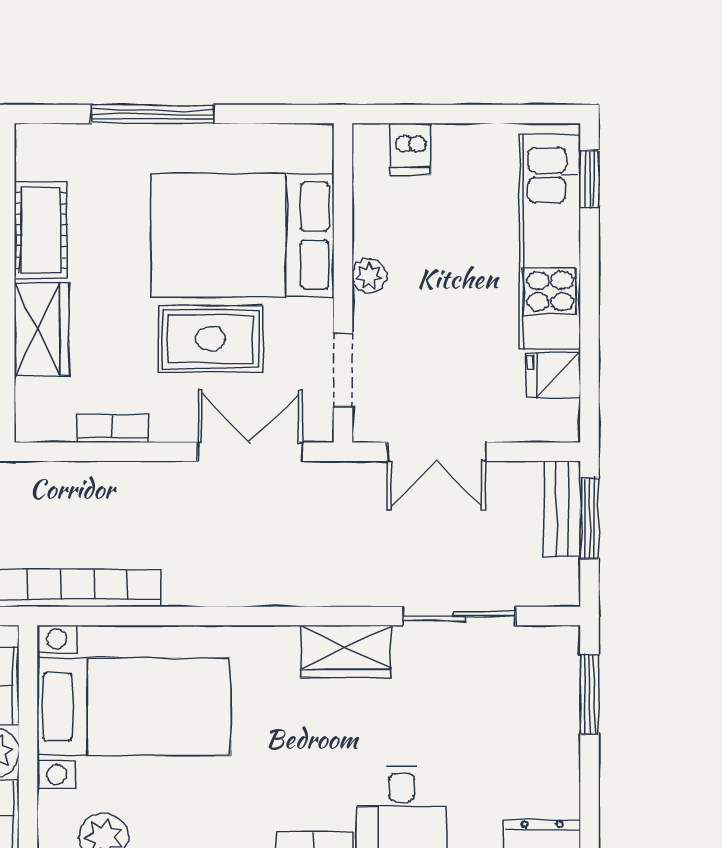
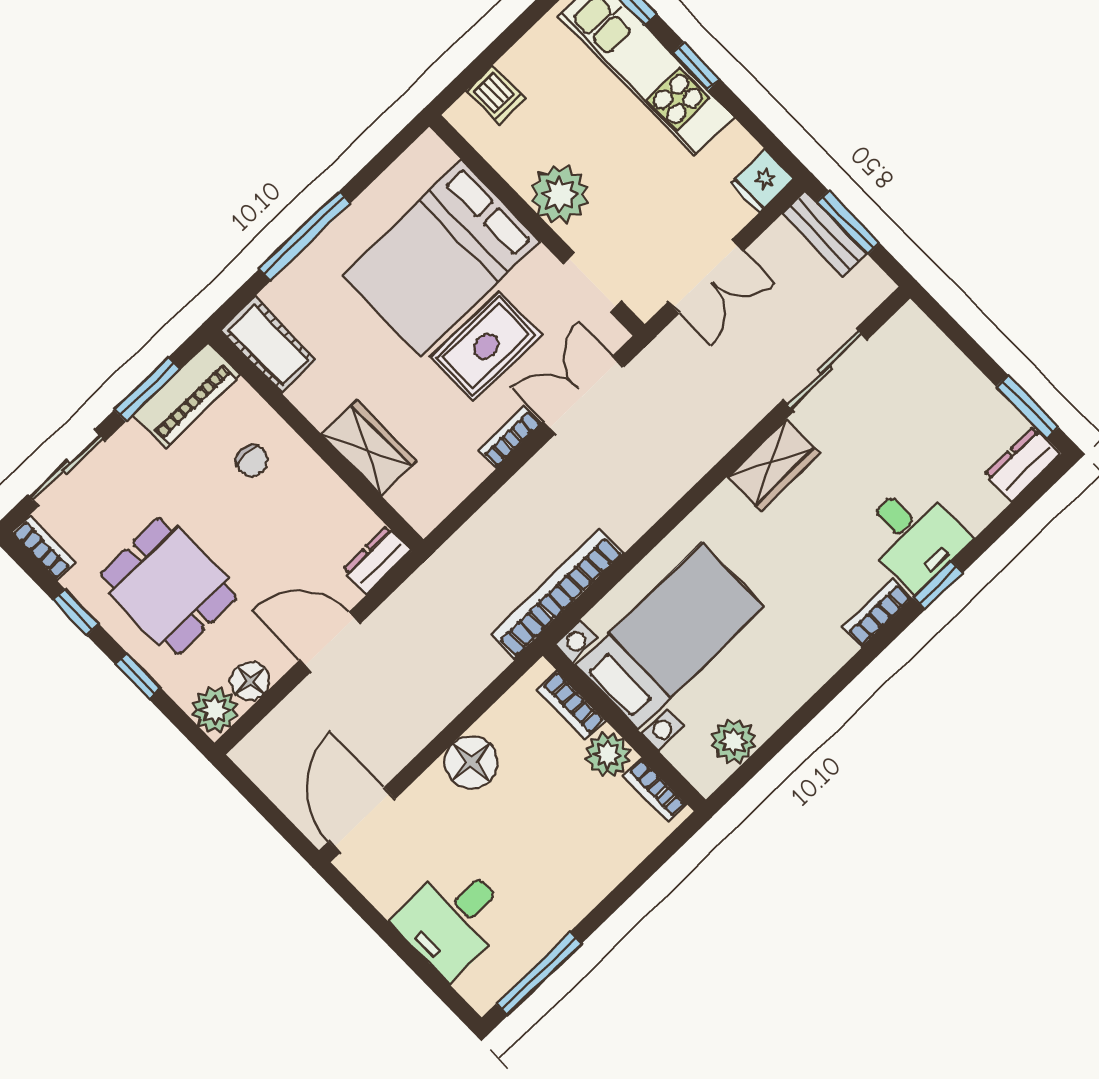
cot: (41, 230) -> (268, 345), moved
plant: (369, 276) -> (560, 194), width x1.87, depth x1.87
window: (589, 279) -> (696, 66), added
fridge: (553, 375) -> (762, 181), moved
bookcase: (113, 429) -> (510, 437), moved
window: (589, 694) -> (1027, 407), moved

